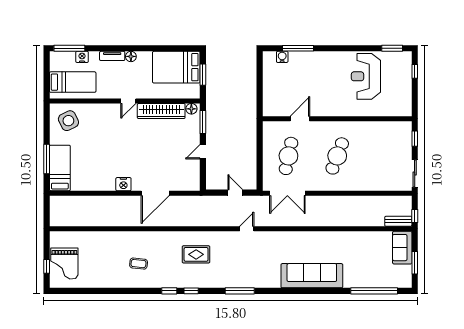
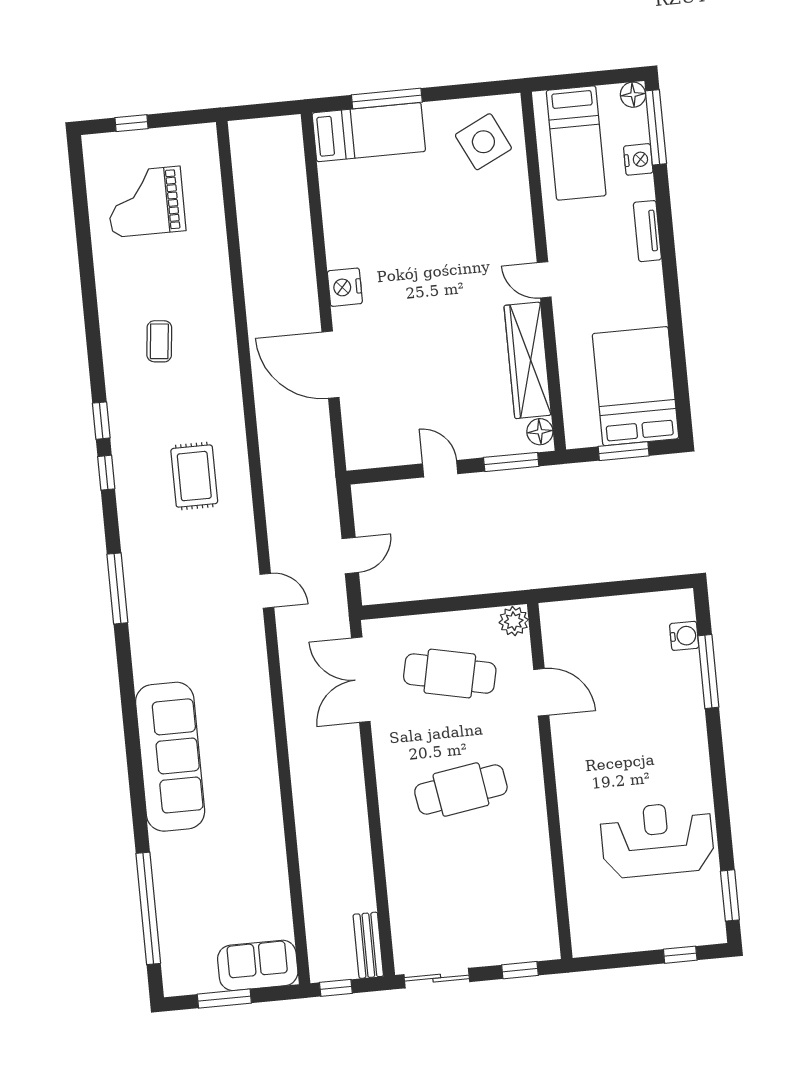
floor lamp: (131, 56) -> (633, 95), moved
plant: (269, 127) -> (514, 621), added
cafe table: (337, 156) -> (461, 790), turned -30
bench: (398, 221) -> (368, 945), moved
grand piano: (64, 264) -> (146, 202), moved

